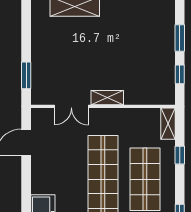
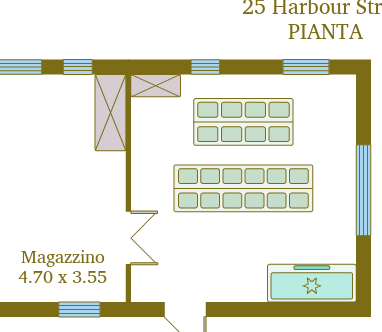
shelving: (107, 98) -> (111, 113), moved, width x1.50, depth x1.33

